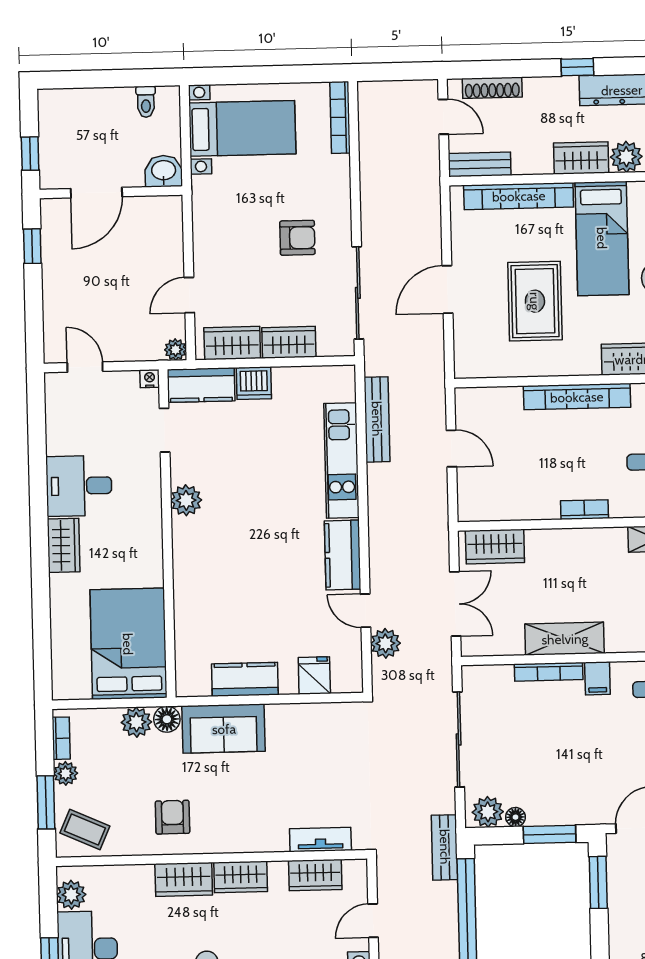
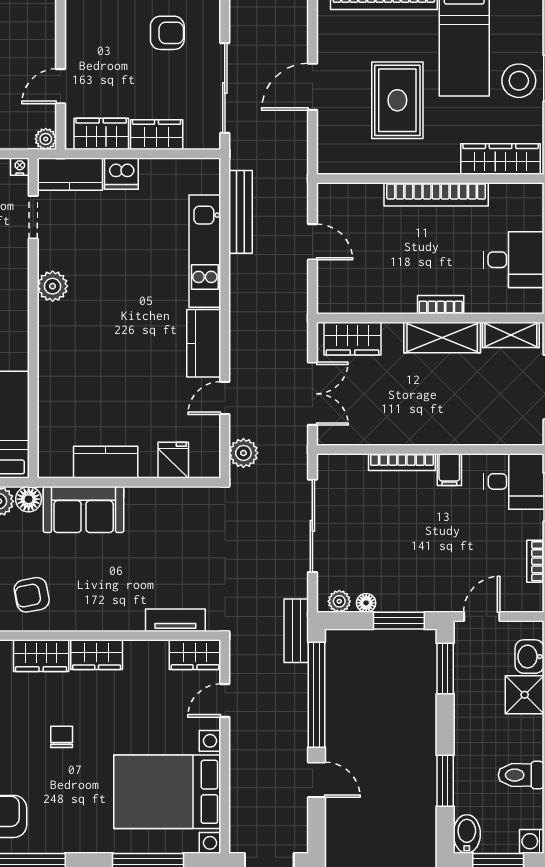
door: (366, 611) -> (225, 398), hinge flipped
shelving: (565, 639) -> (442, 337), moved
plant: (385, 643) -> (243, 453), moved
plant: (488, 812) -> (339, 601), width x0.73, depth x0.73
armchair: (173, 817) -> (32, 595), turned -101
wardrobe: (315, 875) -> (195, 655), moved

